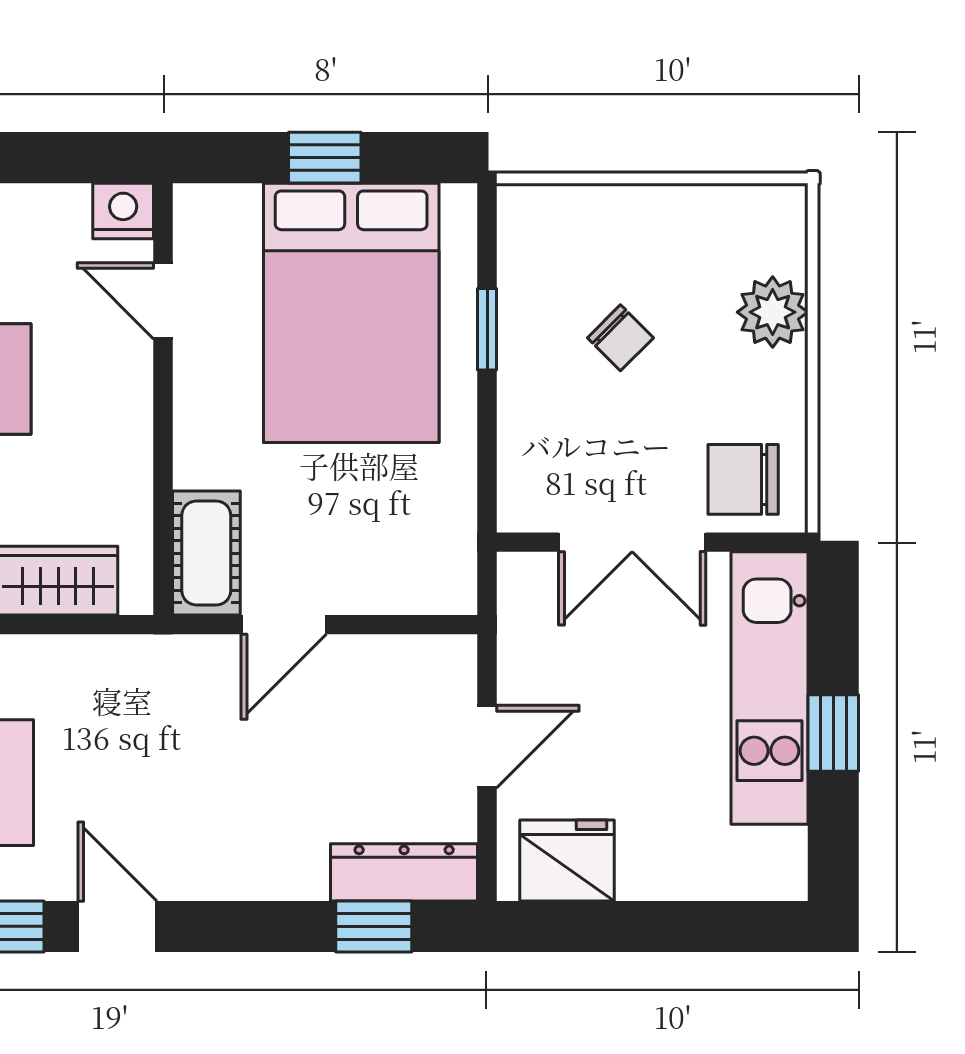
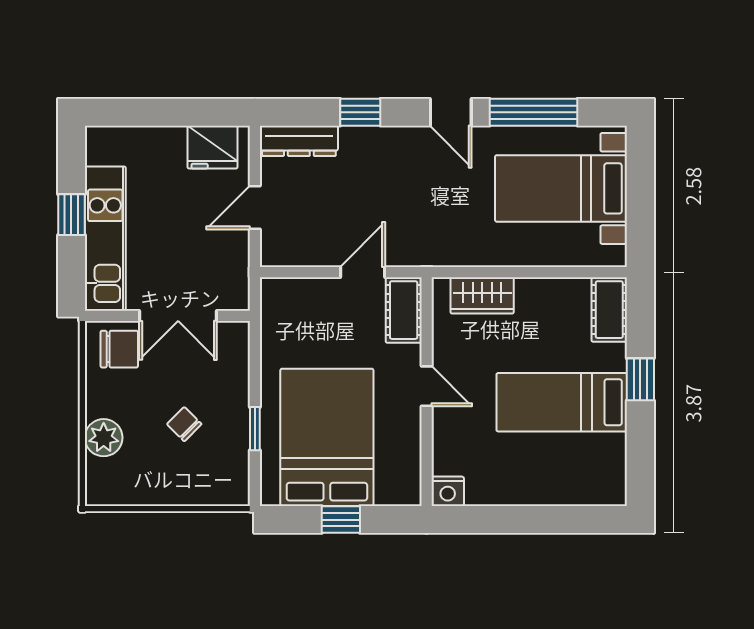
door: (163, 301) -> (427, 386), moved
double door: (632, 542) -> (178, 316), swing flipped
window: (374, 926) -> (360, 112), moved

